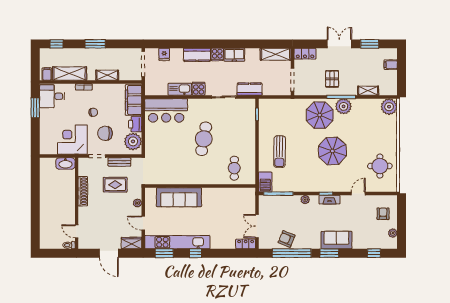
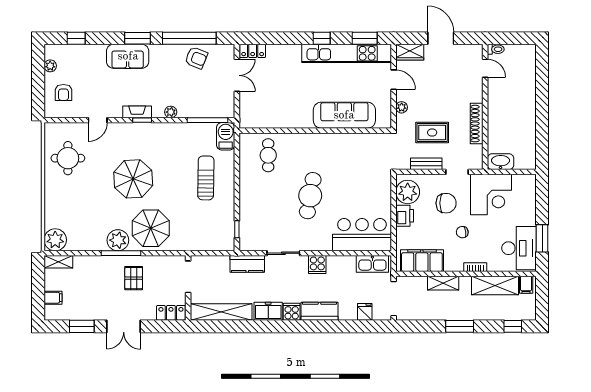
shelving: (276, 54) -> (221, 312), width x1.47
kitchen sink: (180, 89) -> (372, 264), moved
shelving: (368, 91) -> (58, 262), moved
desk: (52, 96) -> (519, 248), width x1.37
filing cabinet: (134, 100) -> (422, 261), moved, turned -90

